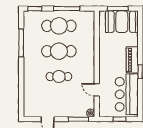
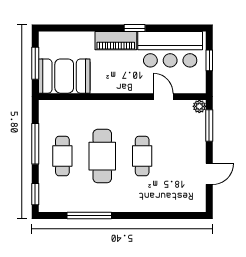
booth: (122, 22) -> (64, 76), moved, turned 90
cafe table: (59, 26) -> (62, 156), width x0.73, depth x0.74
door: (97, 90) -> (163, 97), swing flipped

